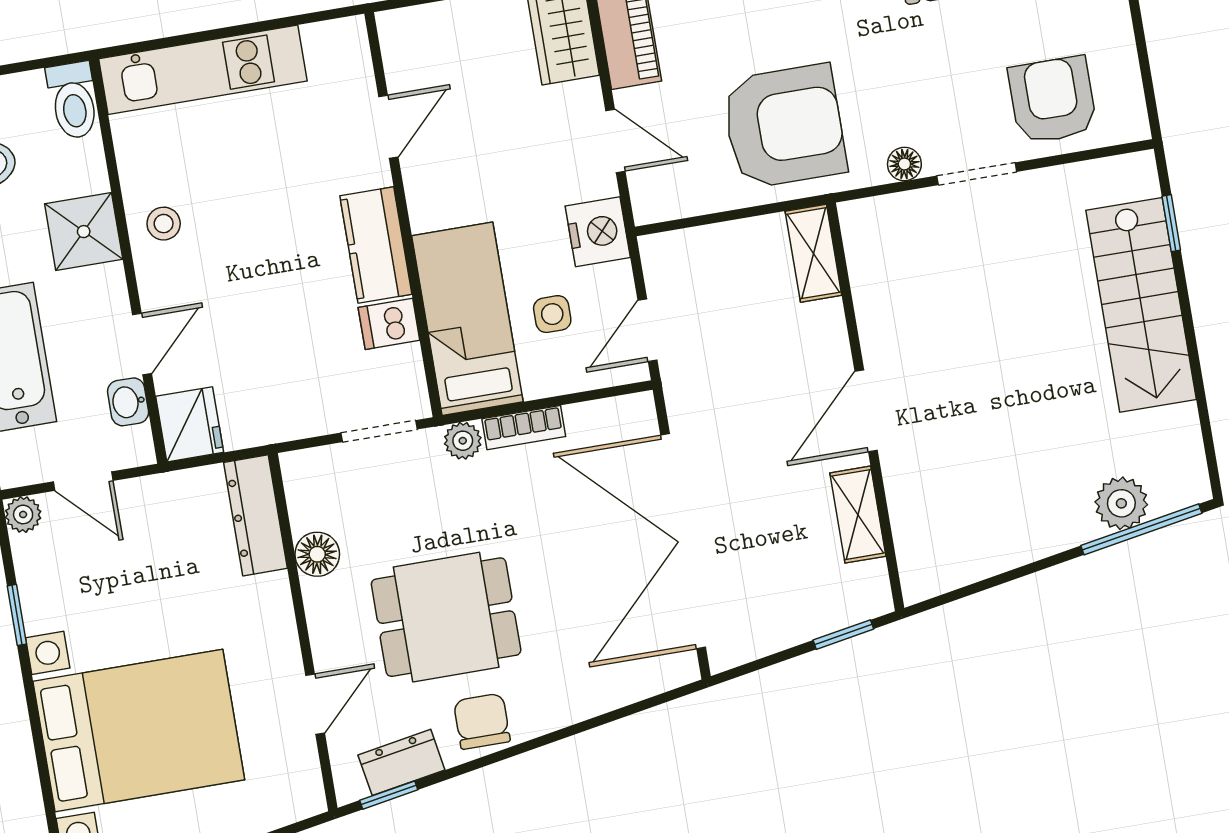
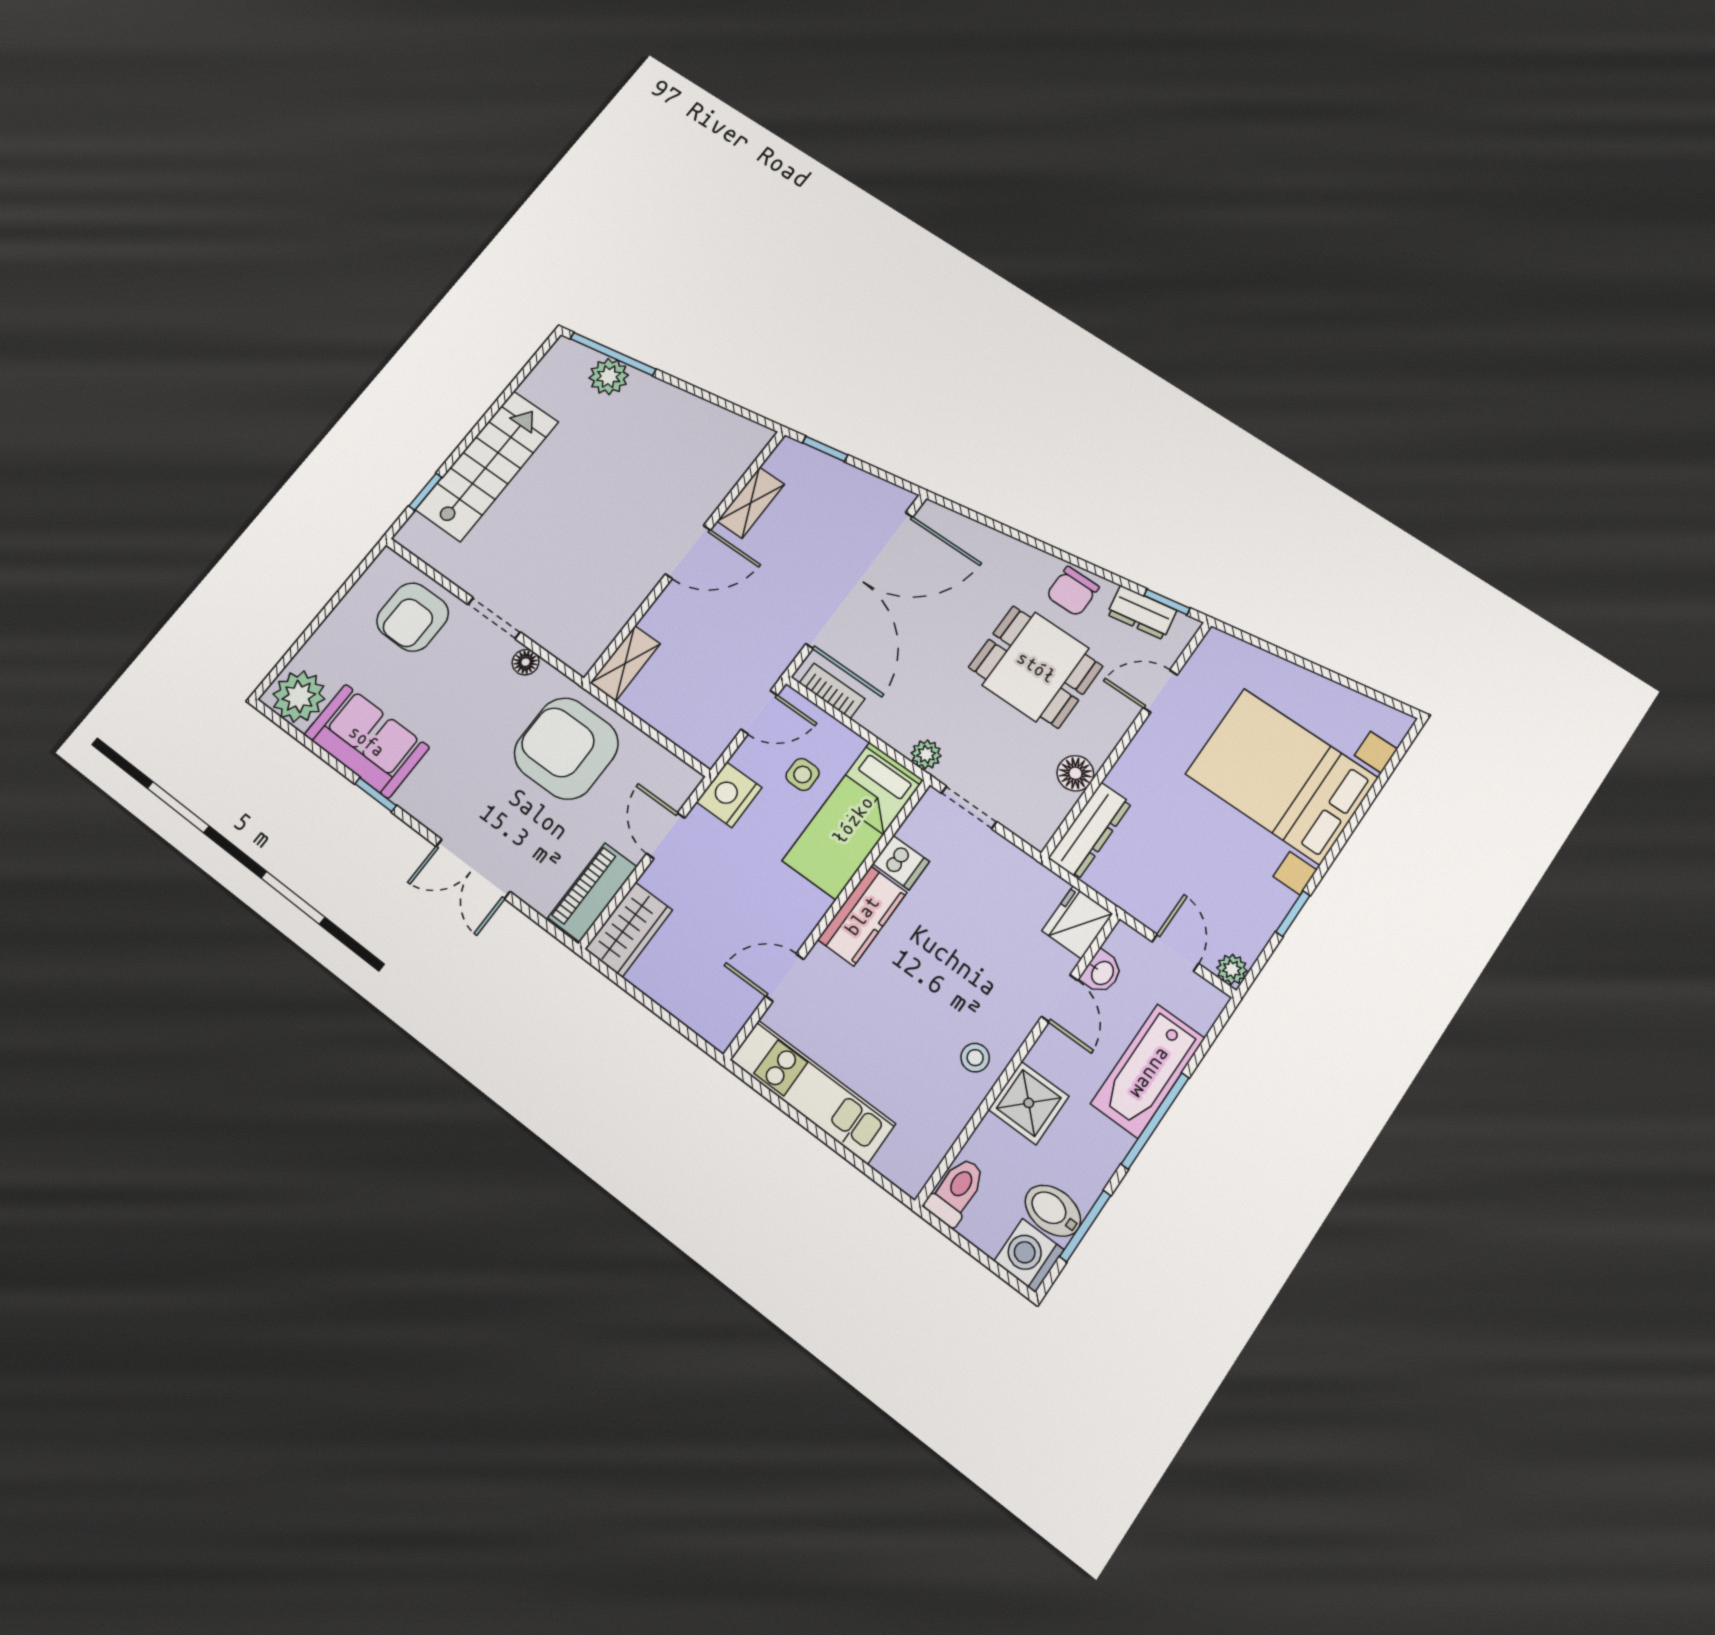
kitchen unit: (203, 70) -> (812, 1092), moved
door: (142, 344) -> (1059, 998), swing flipped
bookcase: (524, 428) -> (832, 691), moved

